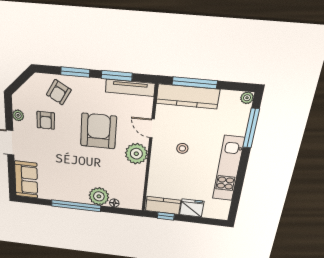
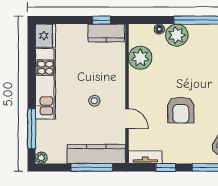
window: (117, 76) -> (166, 167), width x0.67
tv unit: (130, 88) -> (145, 157), width x0.71
armchair: (98, 131) -> (181, 110), width x0.73, depth x0.73
plant: (136, 154) -> (140, 58), moved
fridge: (192, 208) -> (46, 36), moved, turned -90

